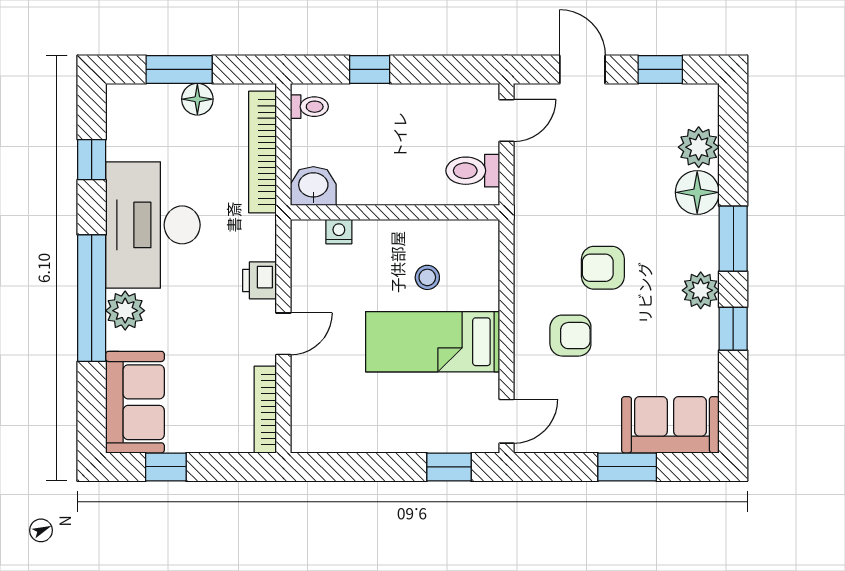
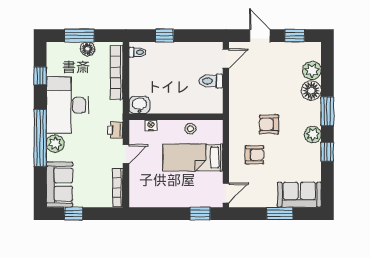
washbasin: (313, 186) -> (139, 105), moved
wall: (395, 212) -> (176, 117), moved
nightstand: (339, 232) -> (151, 125), moved

